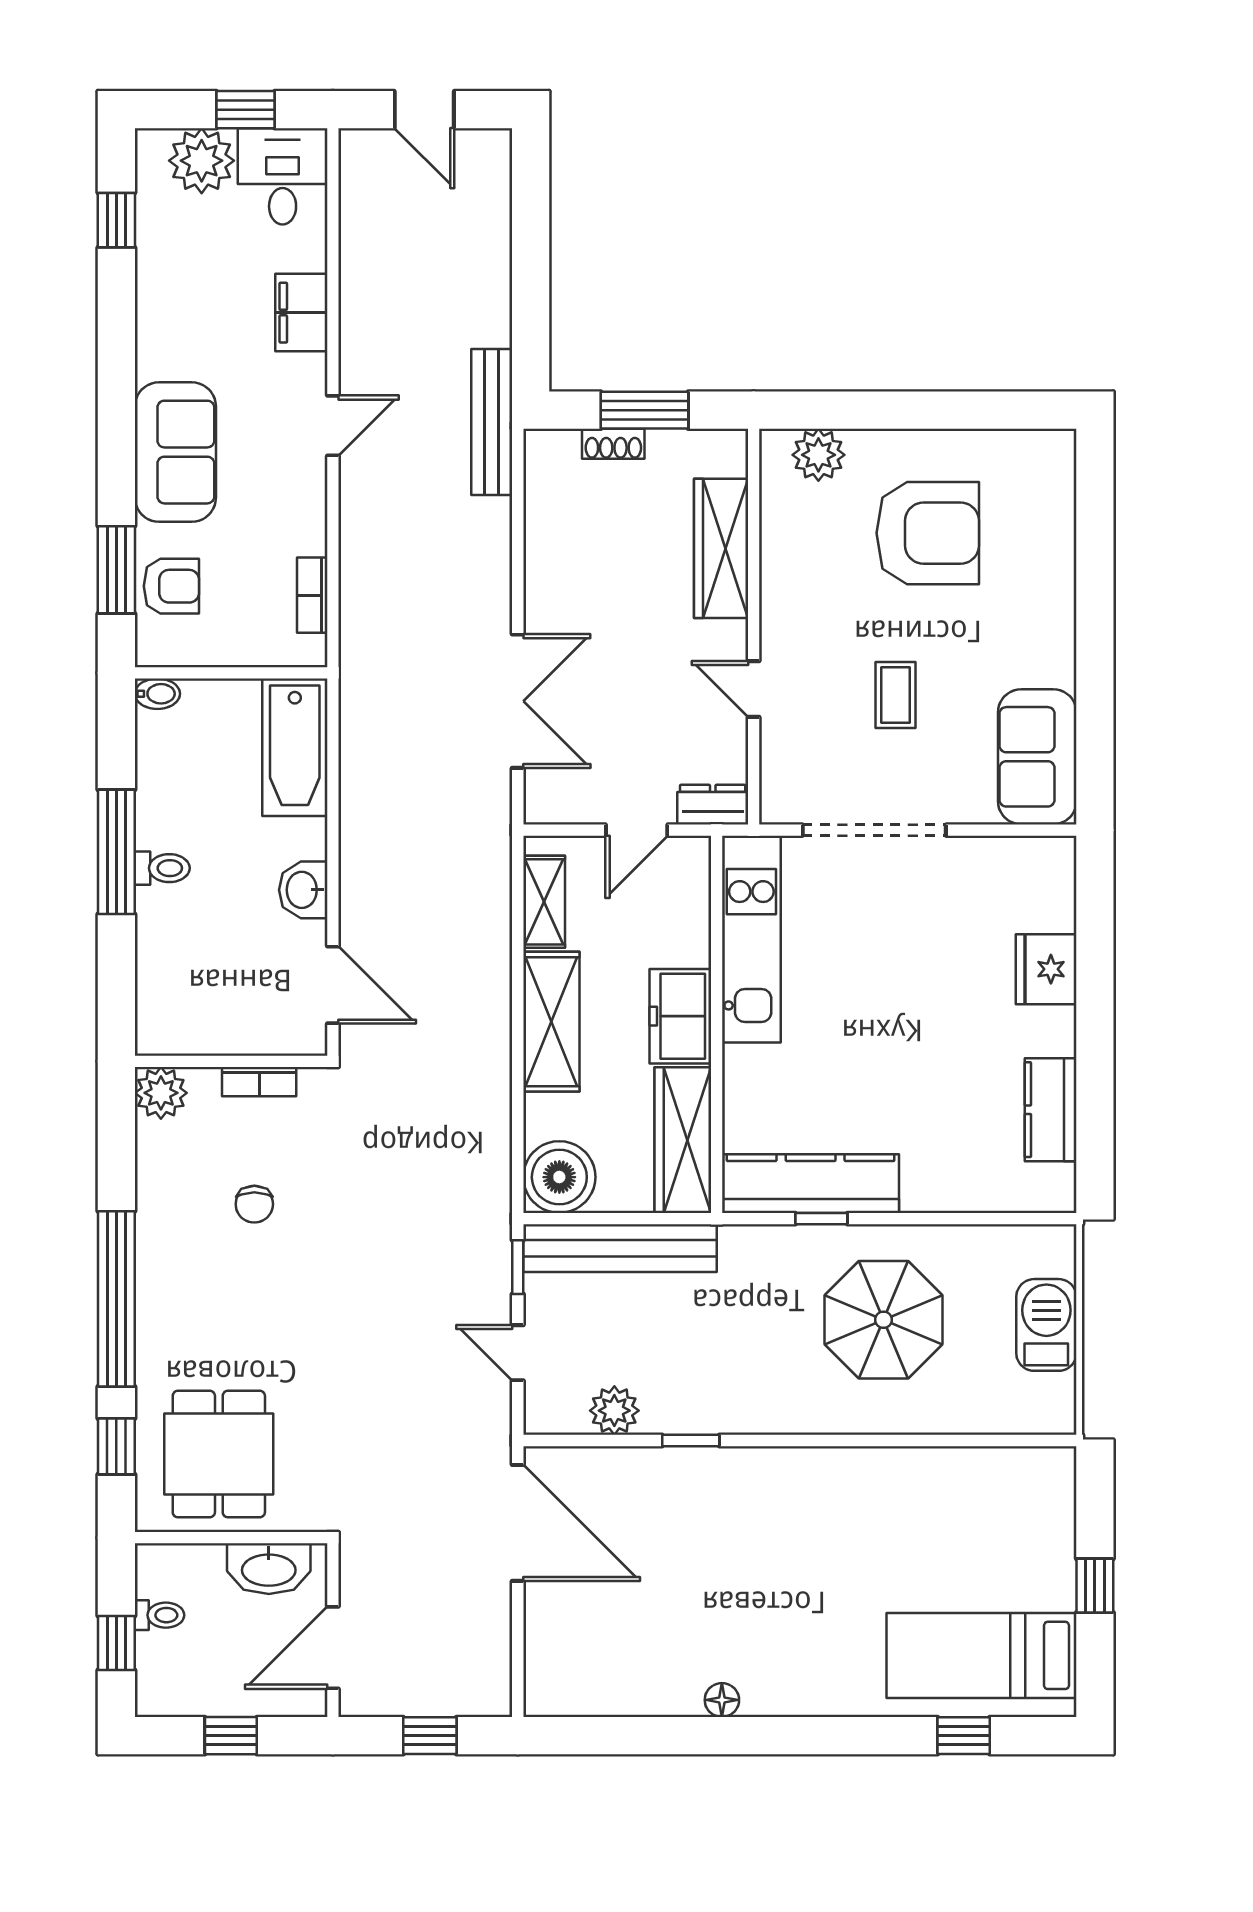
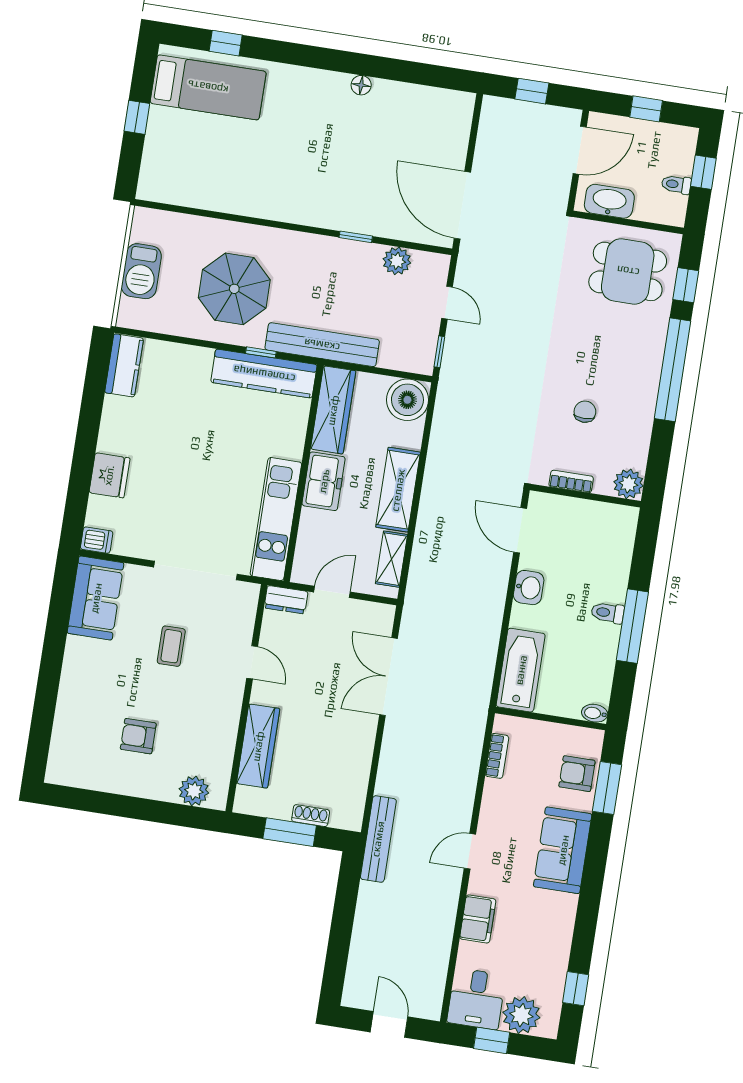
armchair: (928, 533) -> (138, 736), width x0.53, depth x0.53
dishwasher: (1051, 856) -> (97, 540), added
kitchen counter: (1051, 1110) -> (124, 365), moved
bench: (620, 1248) -> (322, 345), moved
dining table: (219, 1454) -> (628, 271), turned 90

